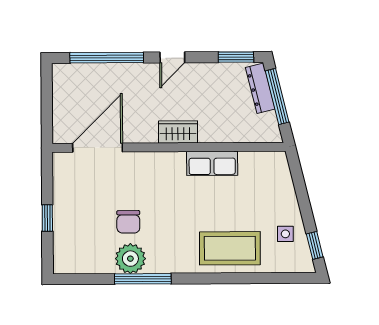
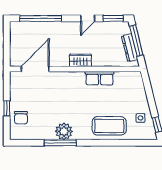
door: (172, 57) -> (88, 18), moved
dresser: (260, 88) -> (130, 48), moved
chair: (128, 222) -> (21, 118), moved
plant: (130, 259) -> (64, 131), moved

